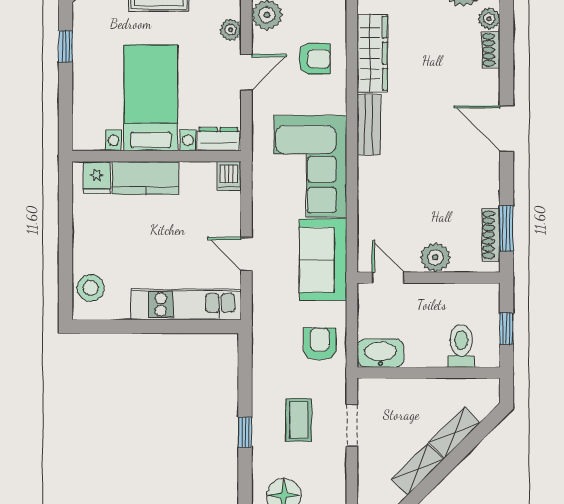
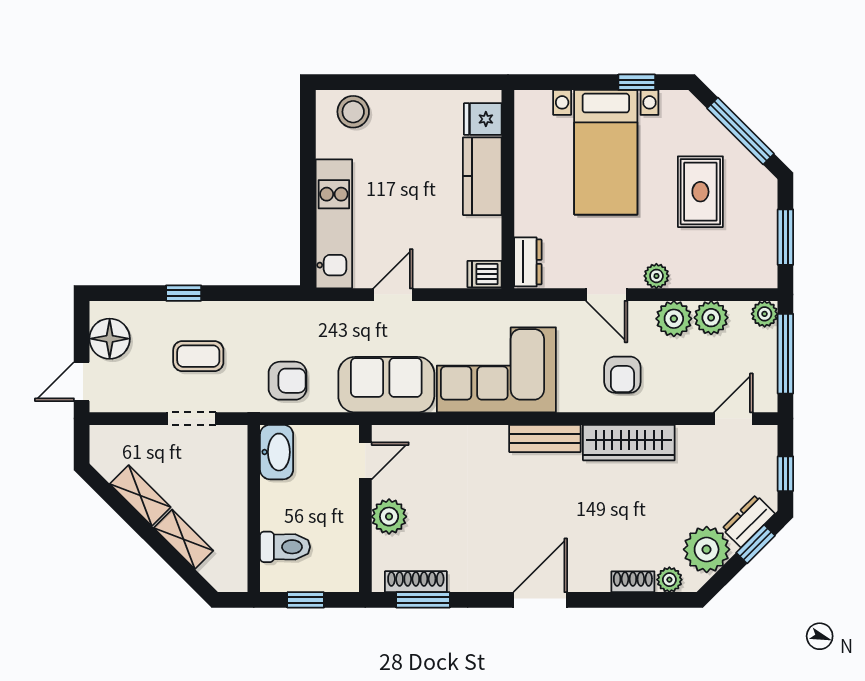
bed with nightstands: (151, 98) -> (606, 152), moved, turned 90

